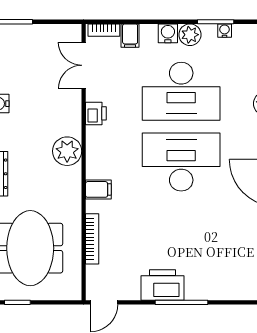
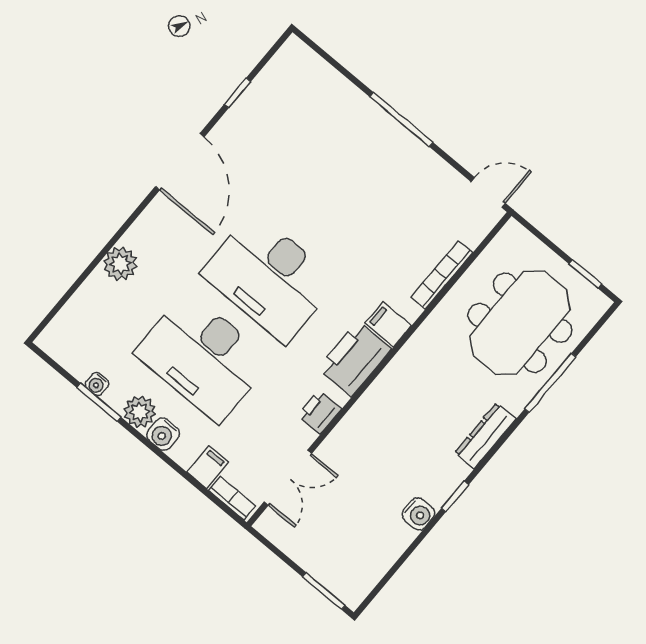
desk: (181, 91) -> (203, 357), turned 180
plant: (67, 151) -> (387, 397), removed
printer: (163, 285) -> (355, 359), moved, turned 90

